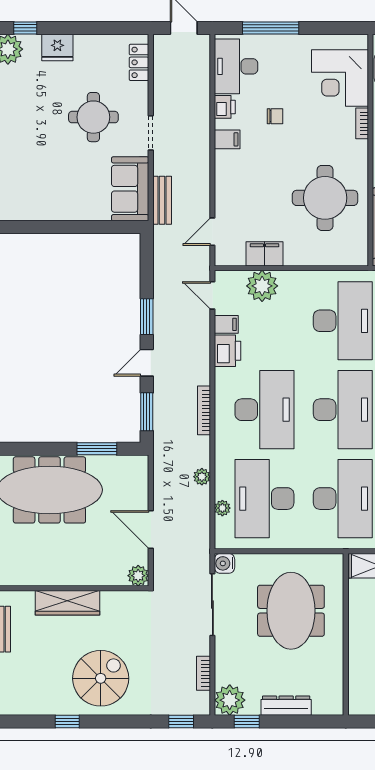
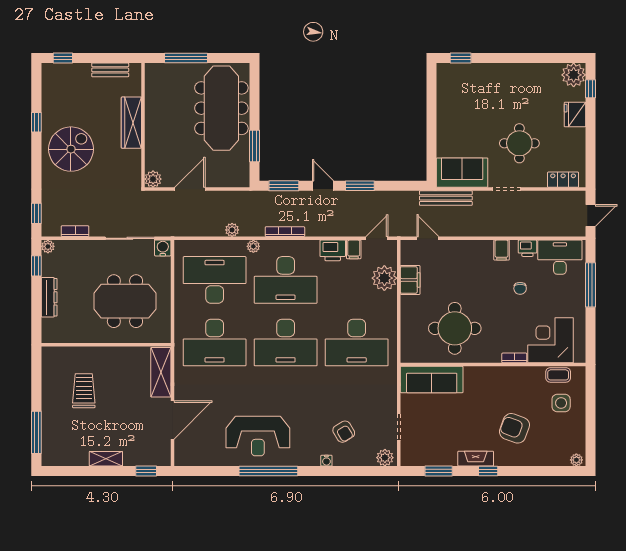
bench: (162, 200) -> (446, 198), width x1.36
plant: (222, 508) -> (253, 246), moved
spiral stairs: (101, 678) -> (71, 149), turned -90
plant: (230, 700) -> (48, 246), width x0.53, depth x0.53

